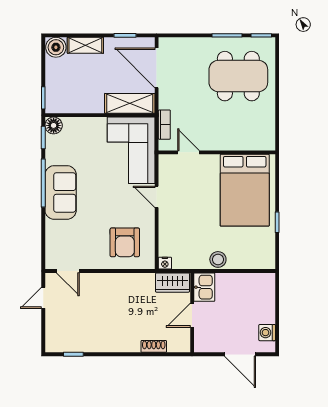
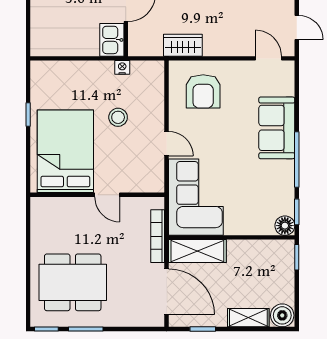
bookcase: (164, 125) -> (158, 236), width x1.56
door: (188, 152) -> (107, 195), moved
sofa: (61, 192) -> (277, 128), moved
armchair: (125, 242) -> (203, 91), turned 180
stool: (218, 259) -> (118, 117), moved
nightstand: (165, 263) -> (122, 67), moved
wardrobe: (173, 283) -> (183, 45), moved
door: (43, 298) -> (297, 28), hinge flipped

